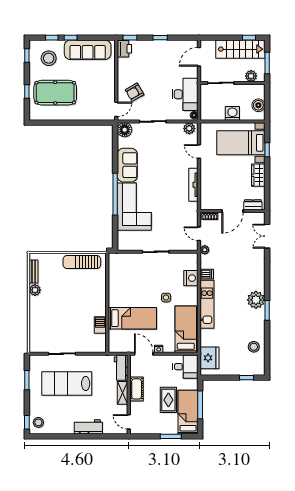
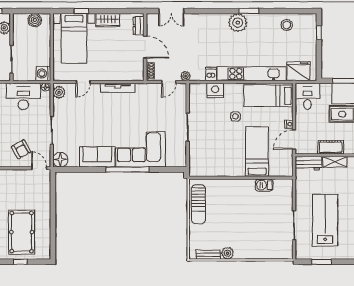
washing machine: (232, 113) -> (43, 74), moved
kitchen unit: (207, 304) -> (252, 74), width x1.36
lab bench: (67, 384) -> (325, 220), turned 180

